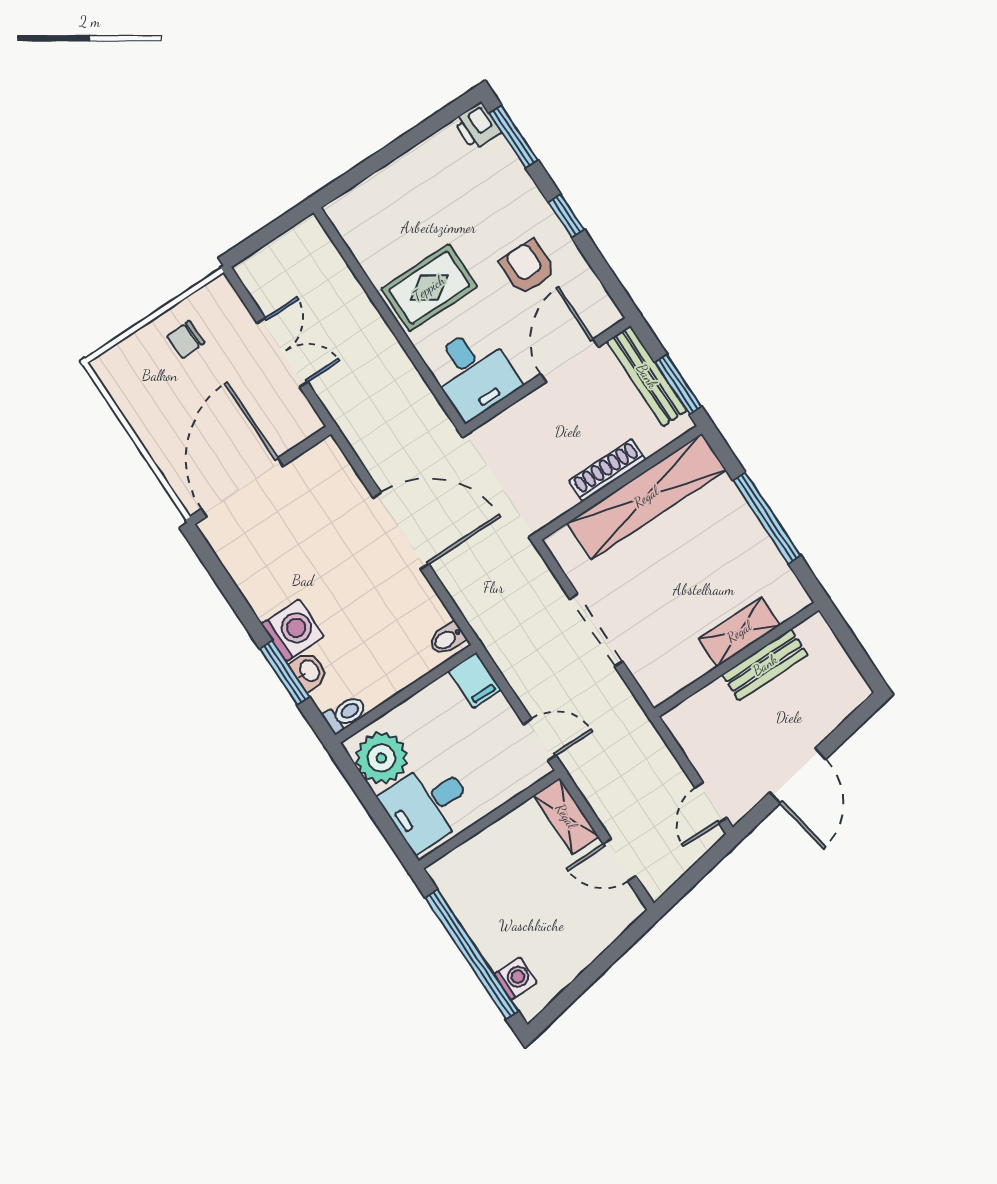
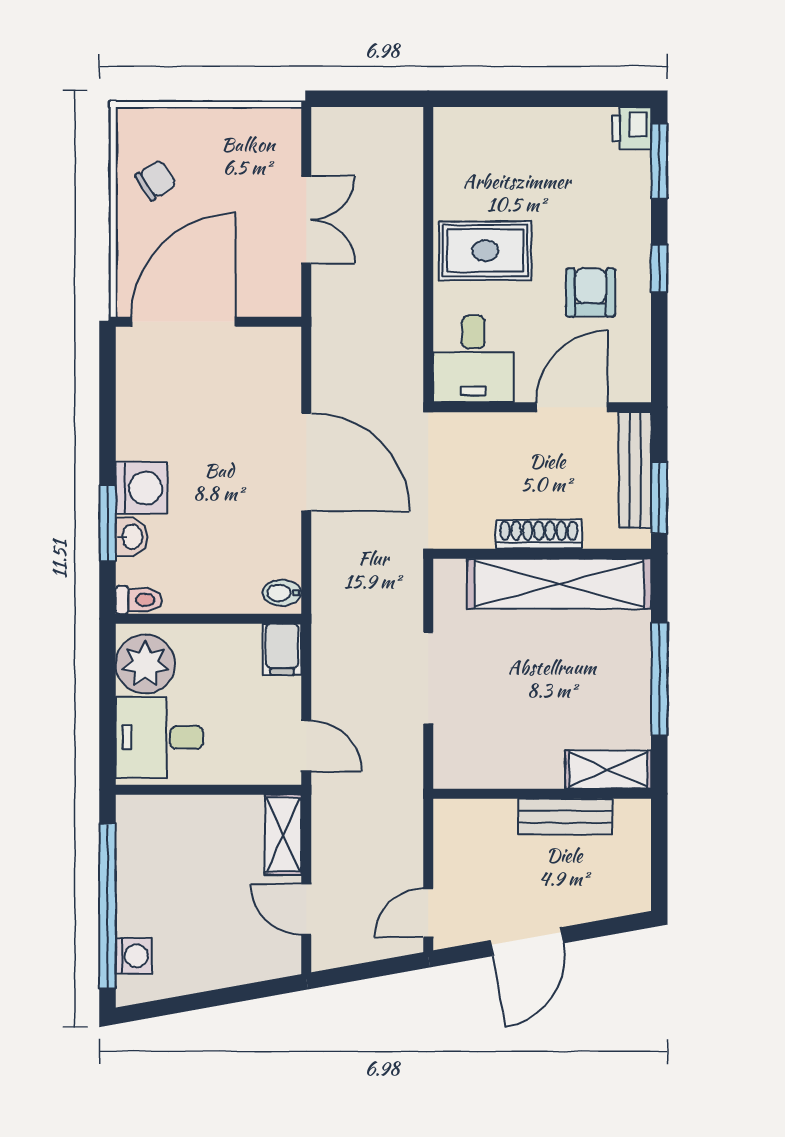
chair: (186, 340) -> (156, 180), moved, turned 149
shelving: (739, 632) -> (608, 770), moved

